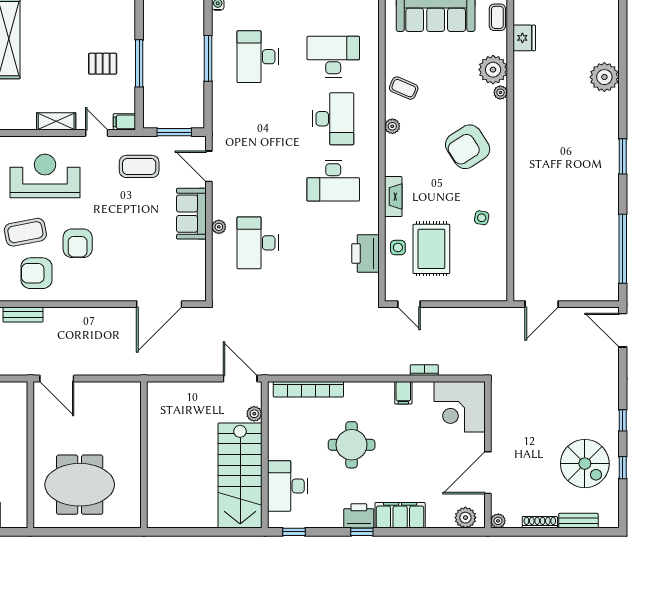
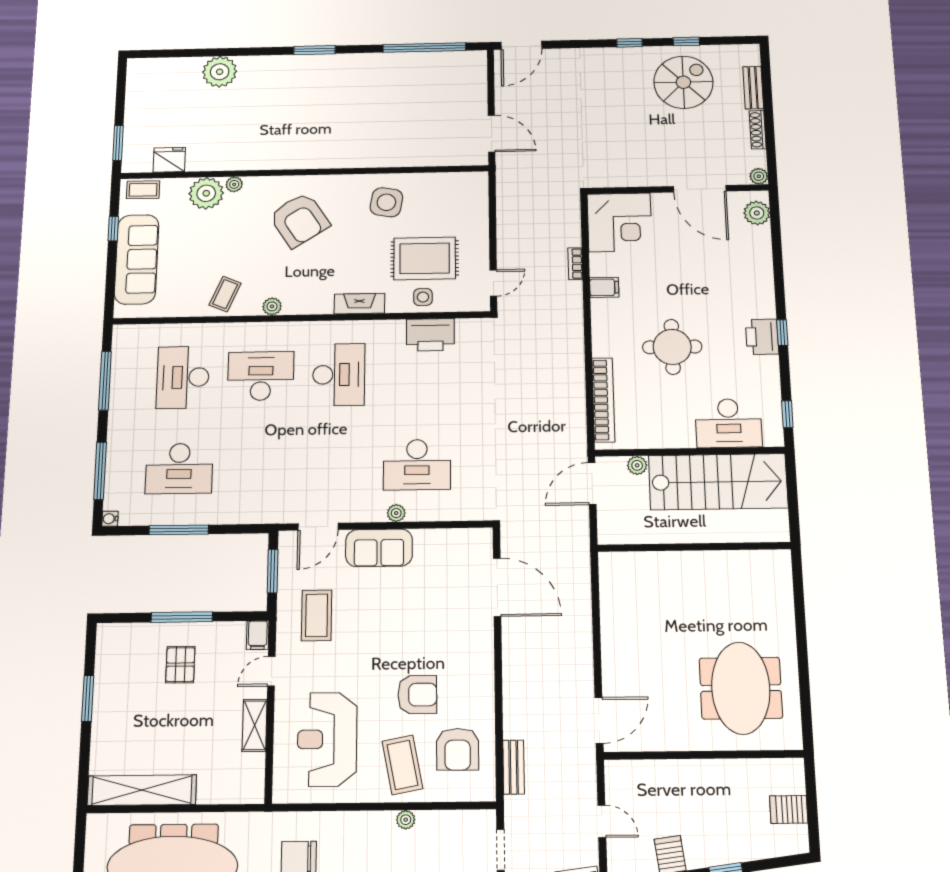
side table: (482, 218) -> (386, 202), width x1.87, depth x1.87
wall: (144, 455) -> (694, 547), moved
filing cabinet: (400, 515) -> (758, 288), removed

